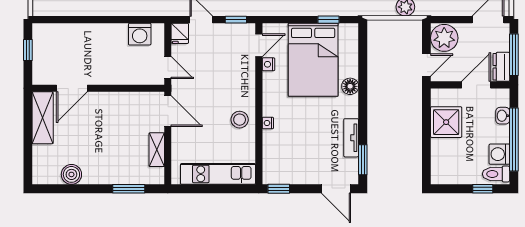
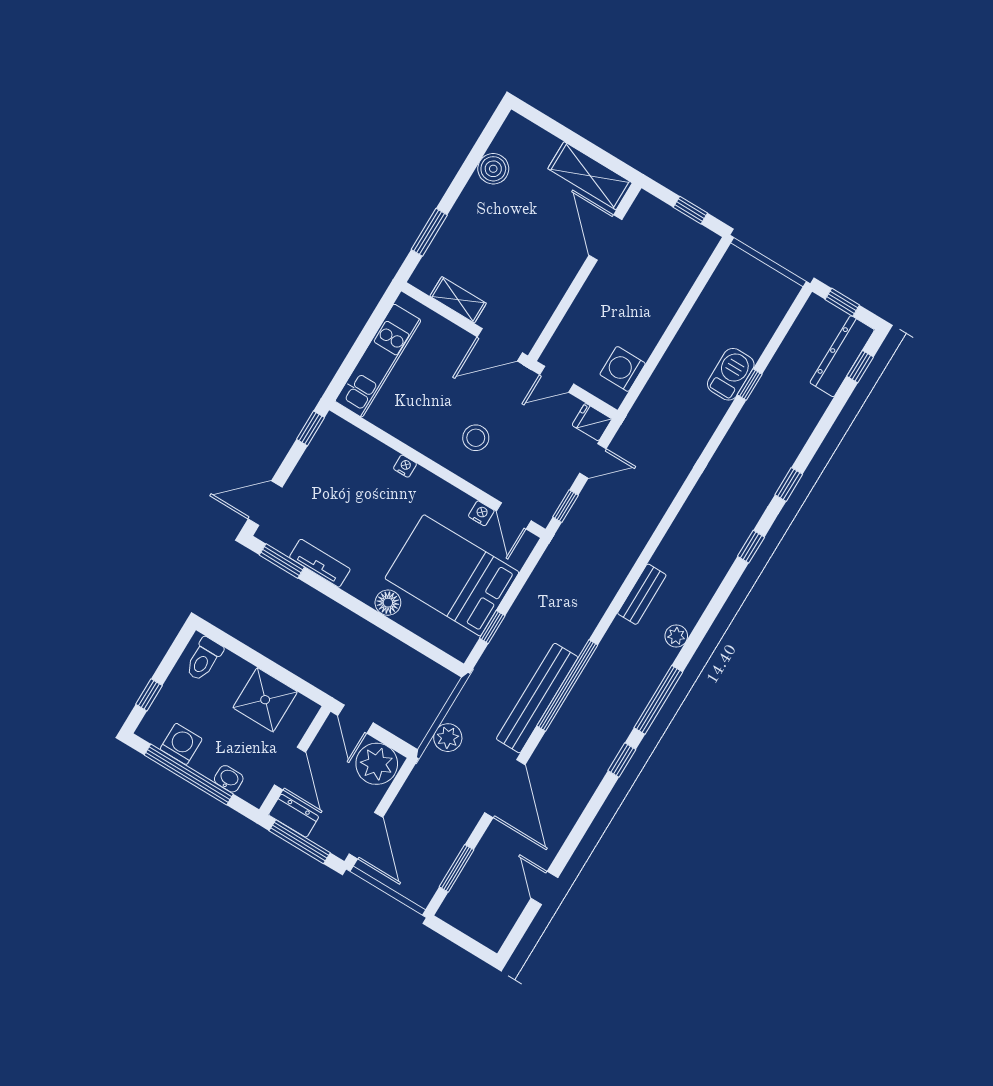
stool: (240, 120) -> (476, 438), moved
toilet: (496, 174) -> (204, 659), moved, turned 180

